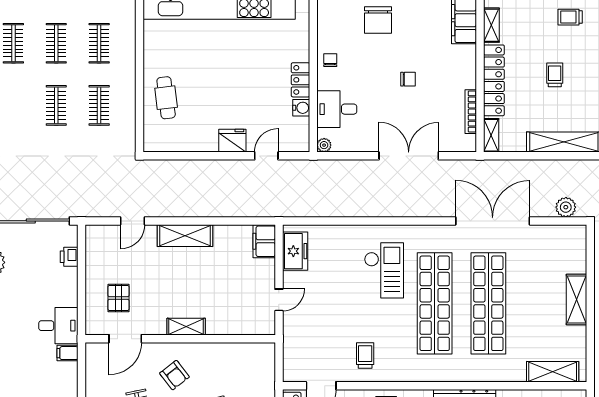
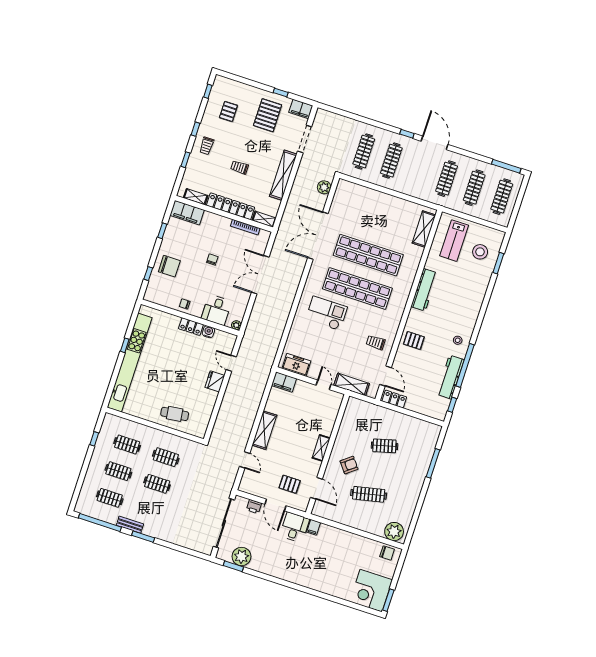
door: (82, 287) -> (275, 505), added
shelving: (577, 300) -> (352, 384), moved

